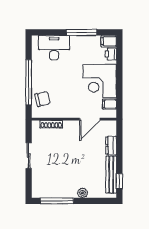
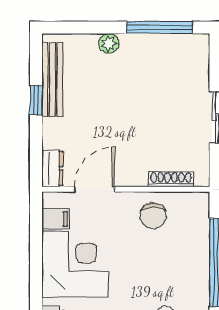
chair: (43, 99) -> (153, 216), moved, turned -76
dresser: (111, 146) -> (52, 168), moved
window: (119, 181) -> (36, 100), moved

